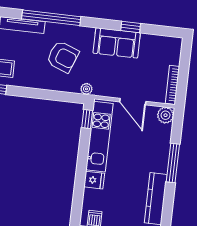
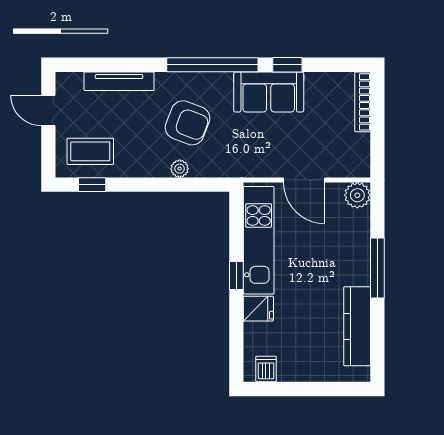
window: (51, 18) -> (212, 65), moved
bookcase: (172, 85) -> (363, 102), moved
plant: (86, 89) -> (180, 169), moved
window: (87, 119) -> (236, 275), moved

